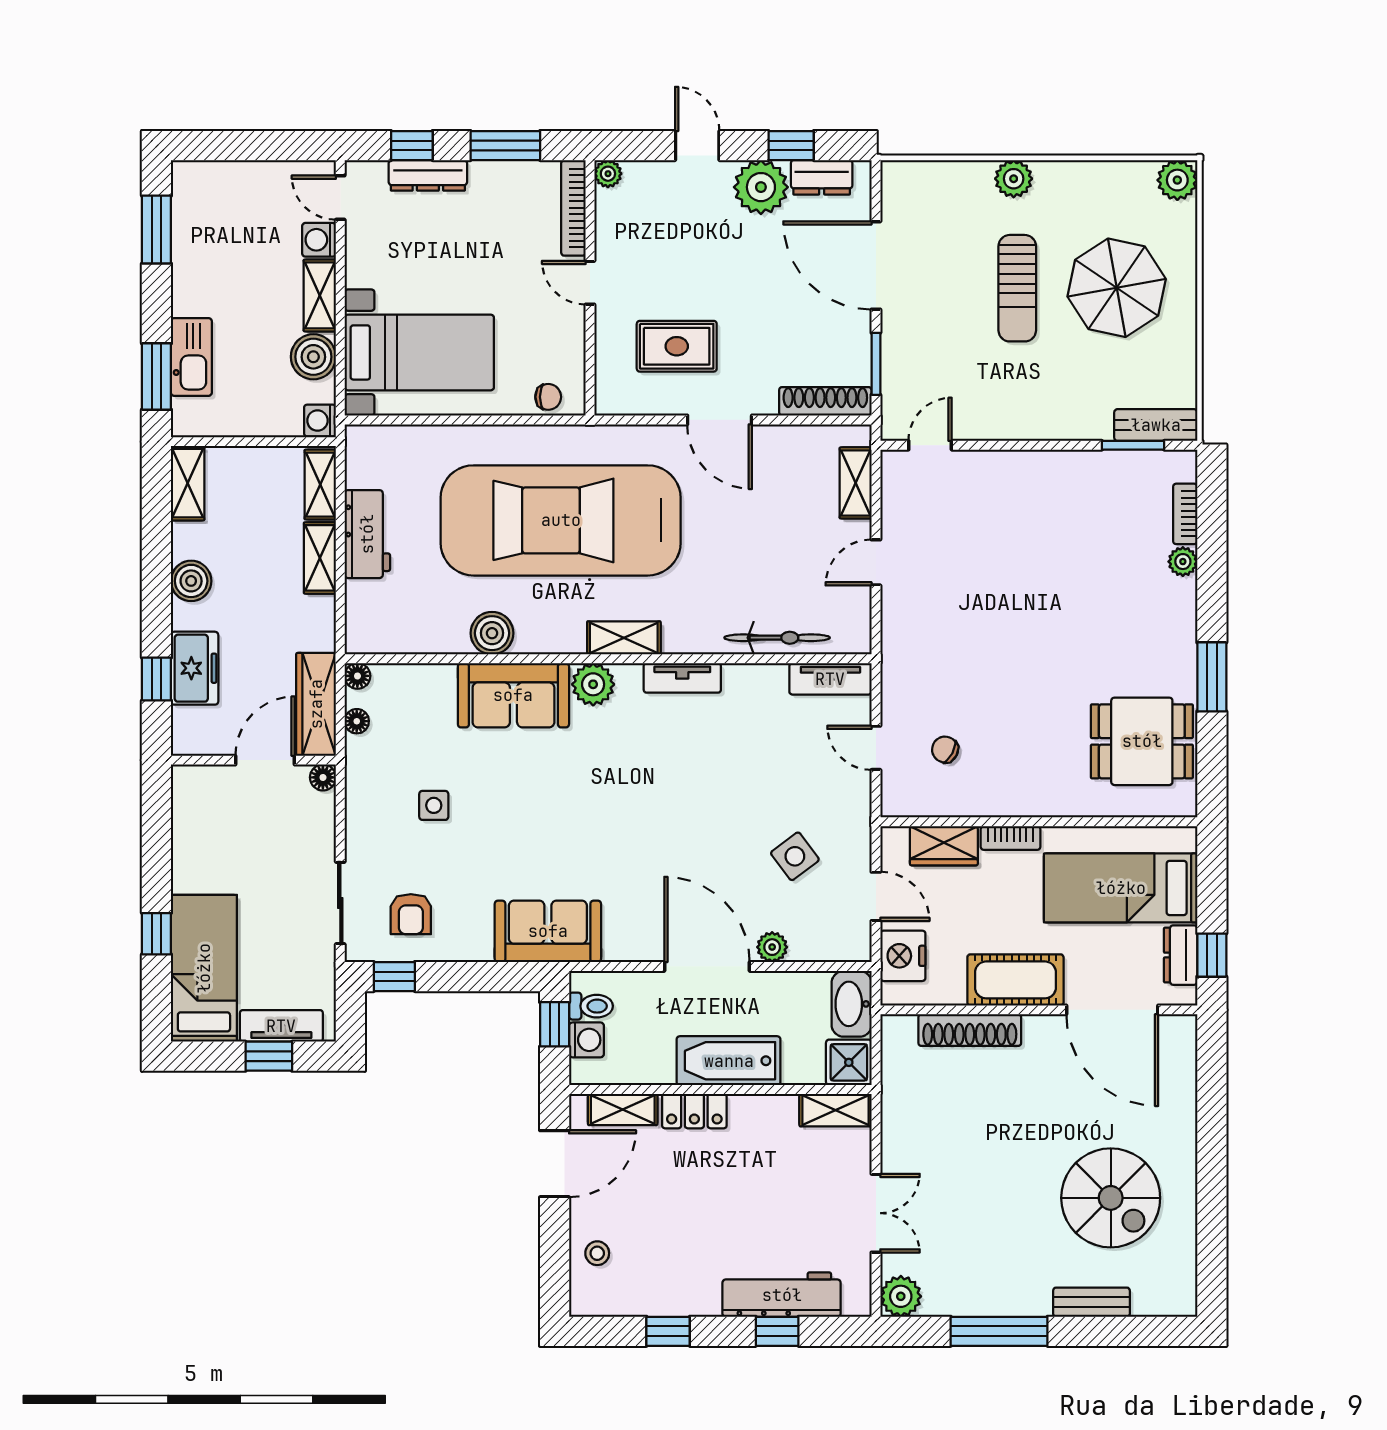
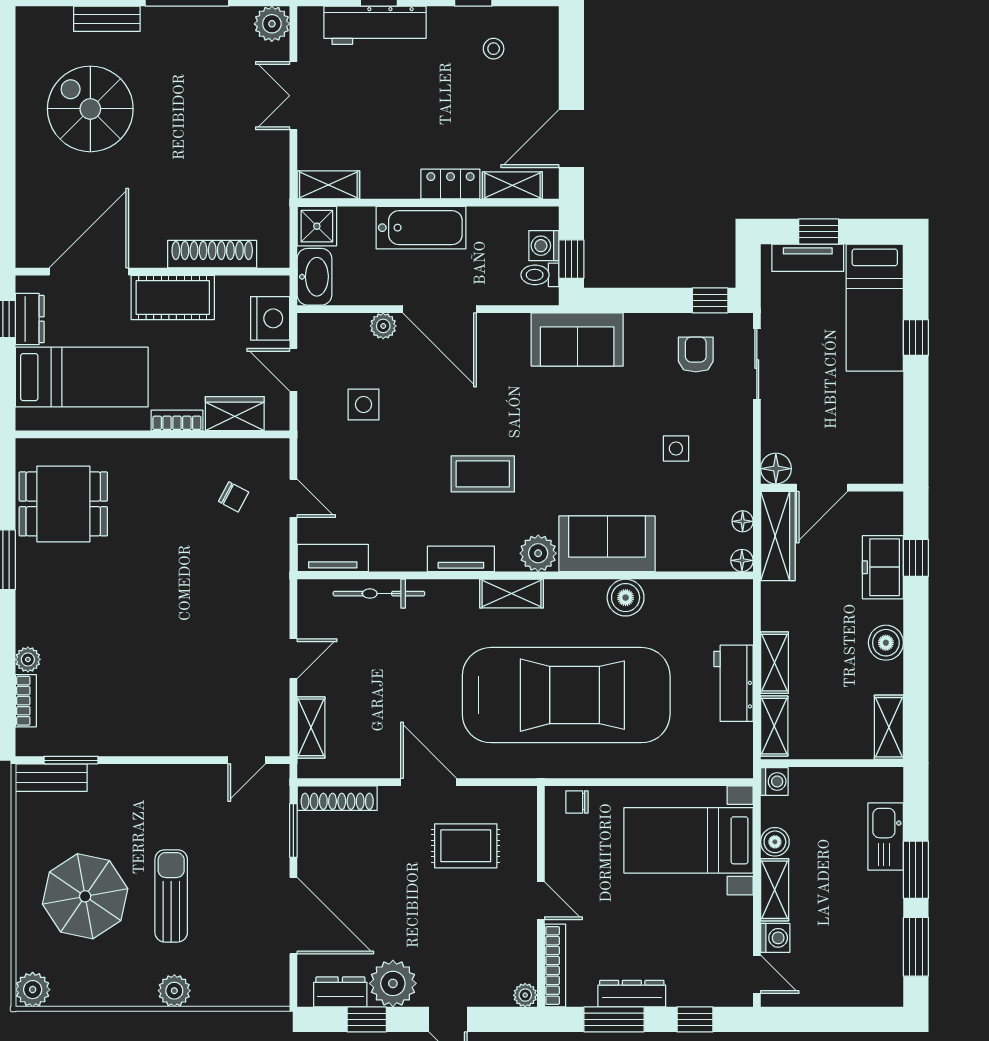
dresser: (428, 175) -> (632, 994), moved
boiler: (313, 357) -> (775, 842), width x0.73, depth x0.73
window: (156, 377) -> (916, 870), moved
coffee table: (657, 776) -> (483, 474), added
floor lamp: (323, 777) -> (776, 469), width x1.37, depth x1.37
side table: (795, 856) -> (364, 404), turned 37
door: (1112, 1010) -> (89, 272), hinge flipped
stool: (597, 1253) -> (494, 49), moved

